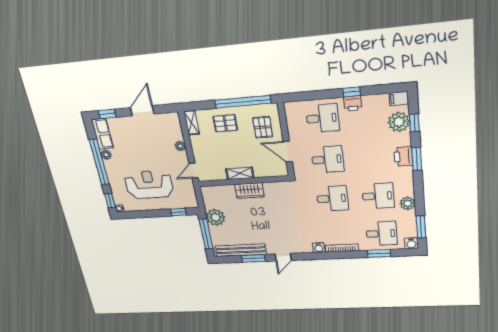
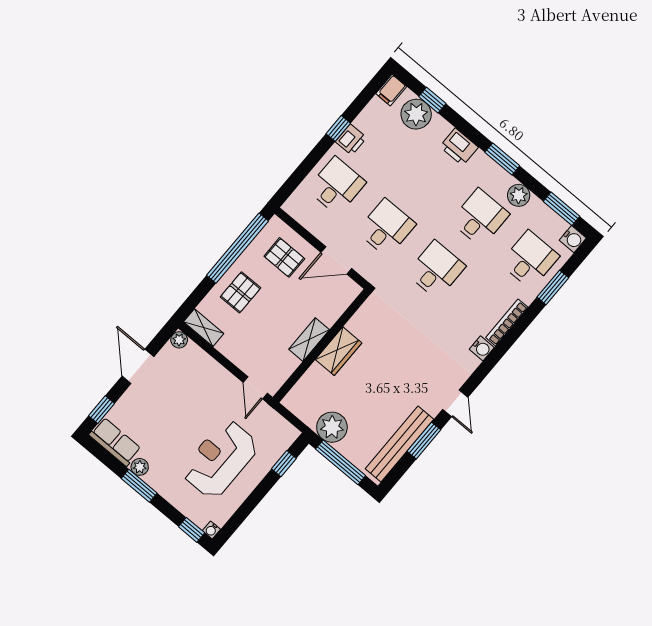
plant: (180, 146) -> (179, 340), moved
window: (417, 159) -> (502, 159), moved
window: (99, 162) -> (139, 486), width x0.47

